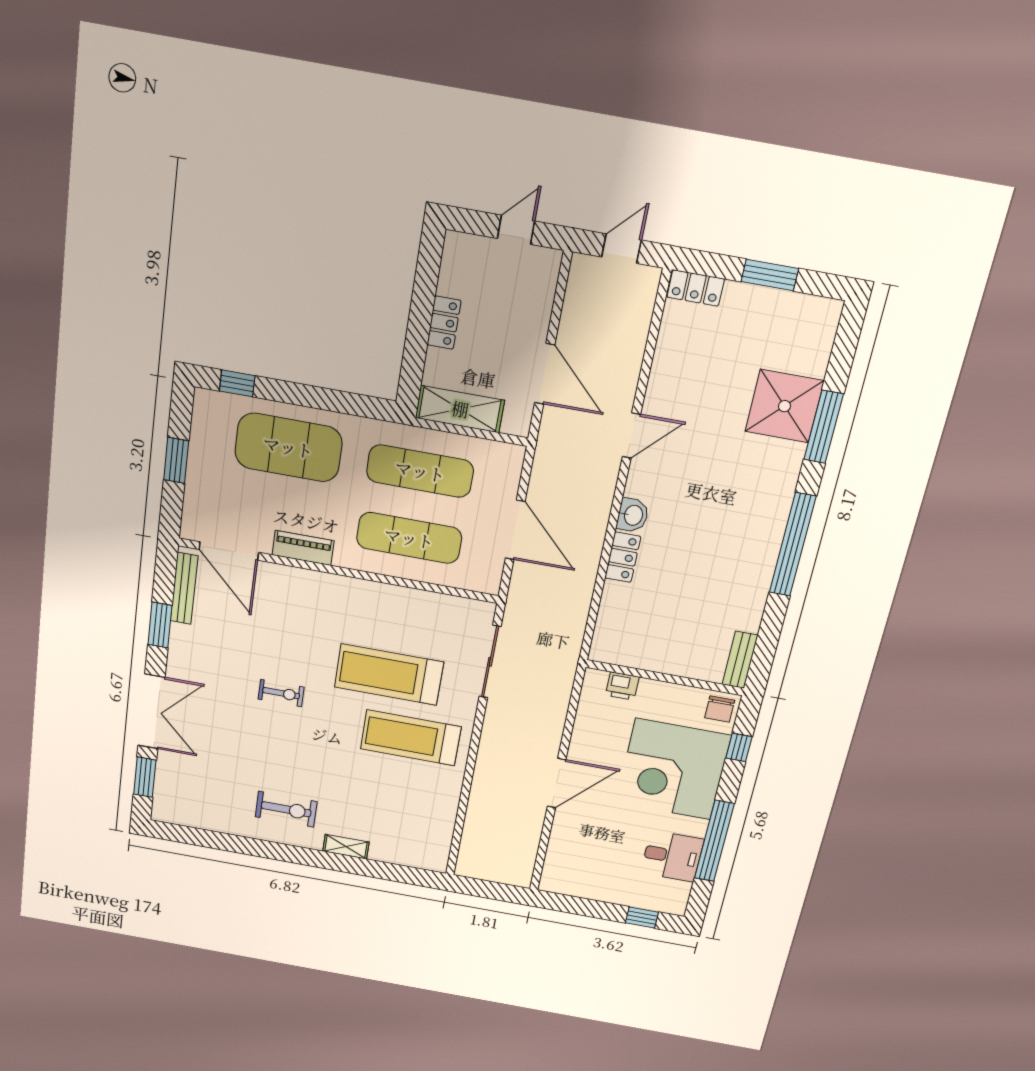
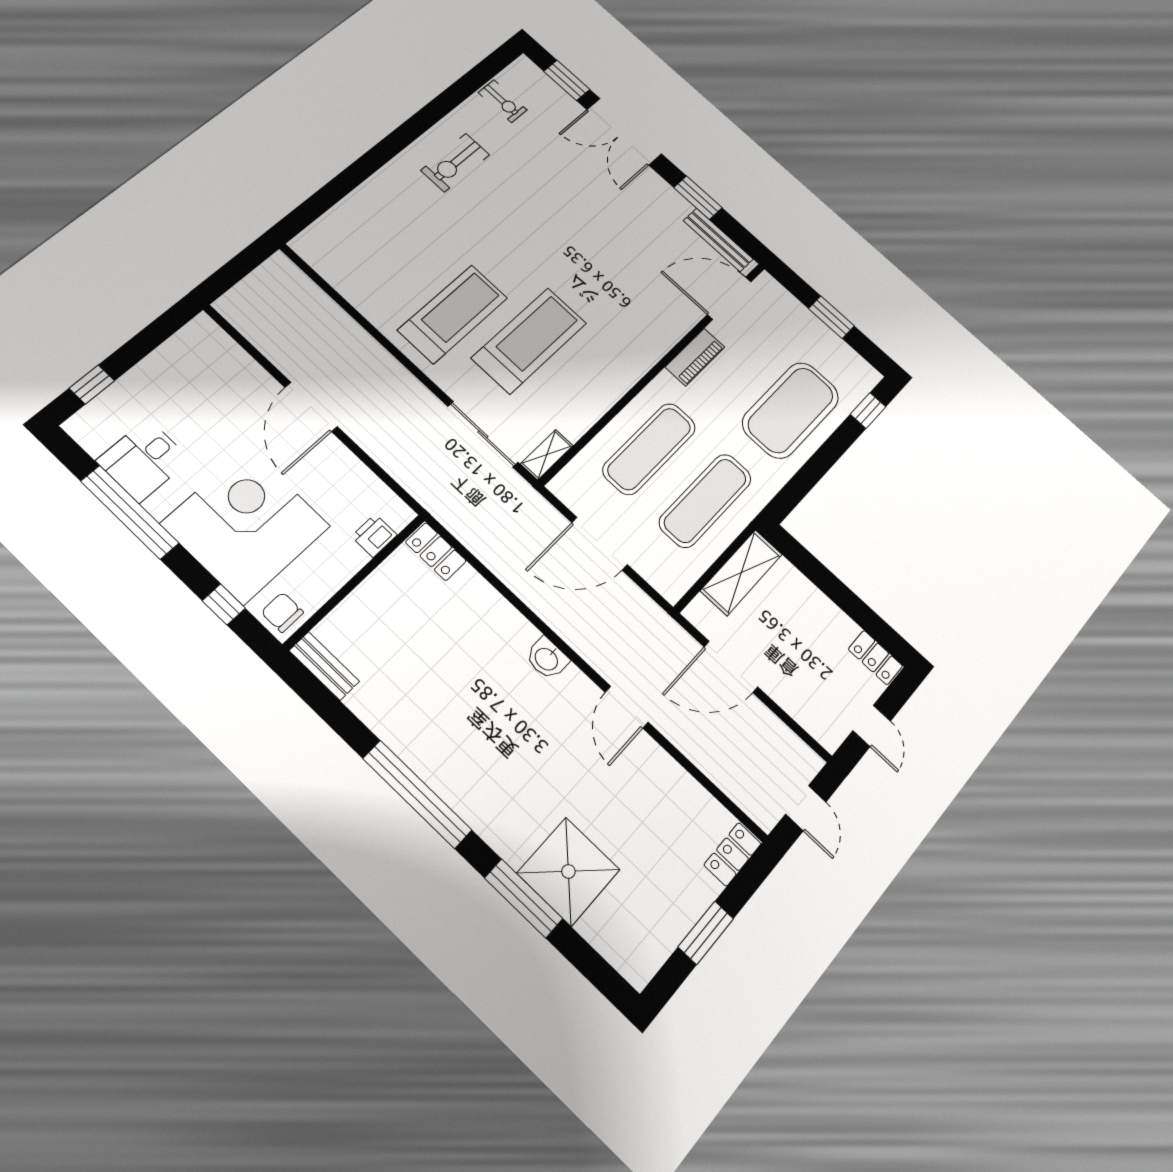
locker: (444, 323) -> (875, 658), moved
locker: (623, 557) -> (436, 552), moved
exercise bike: (281, 693) -> (503, 101), moved, turned -90
shelving: (346, 847) -> (547, 455), moved

